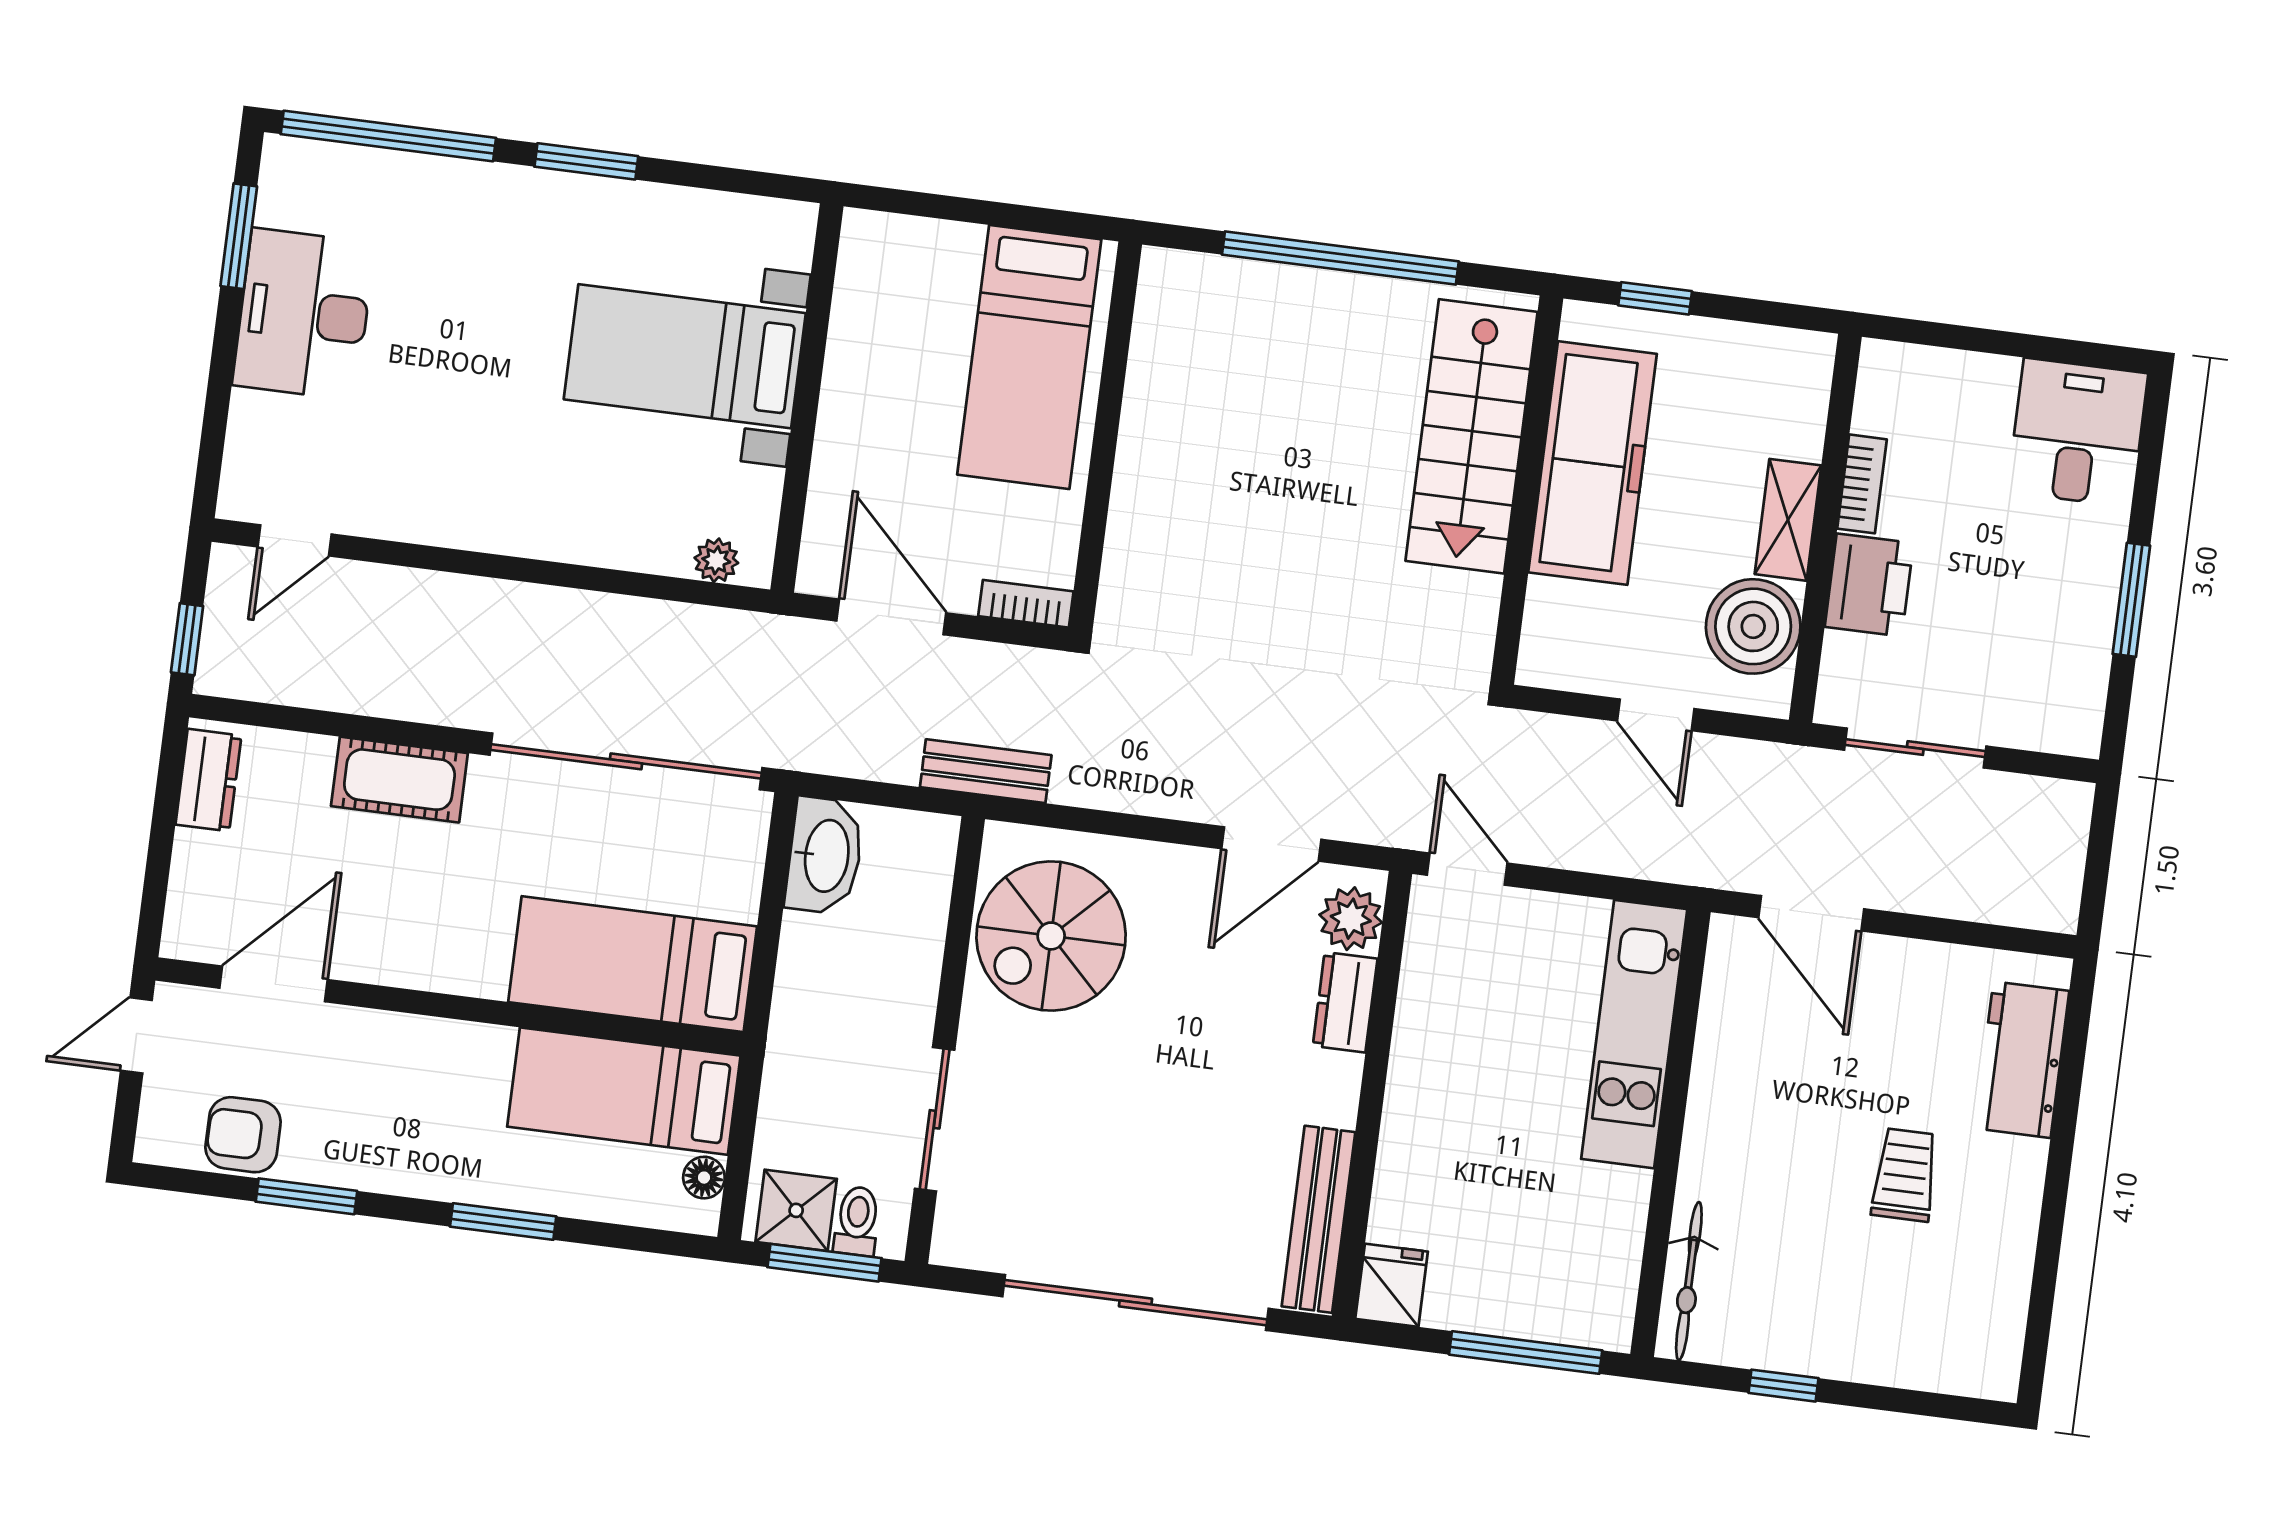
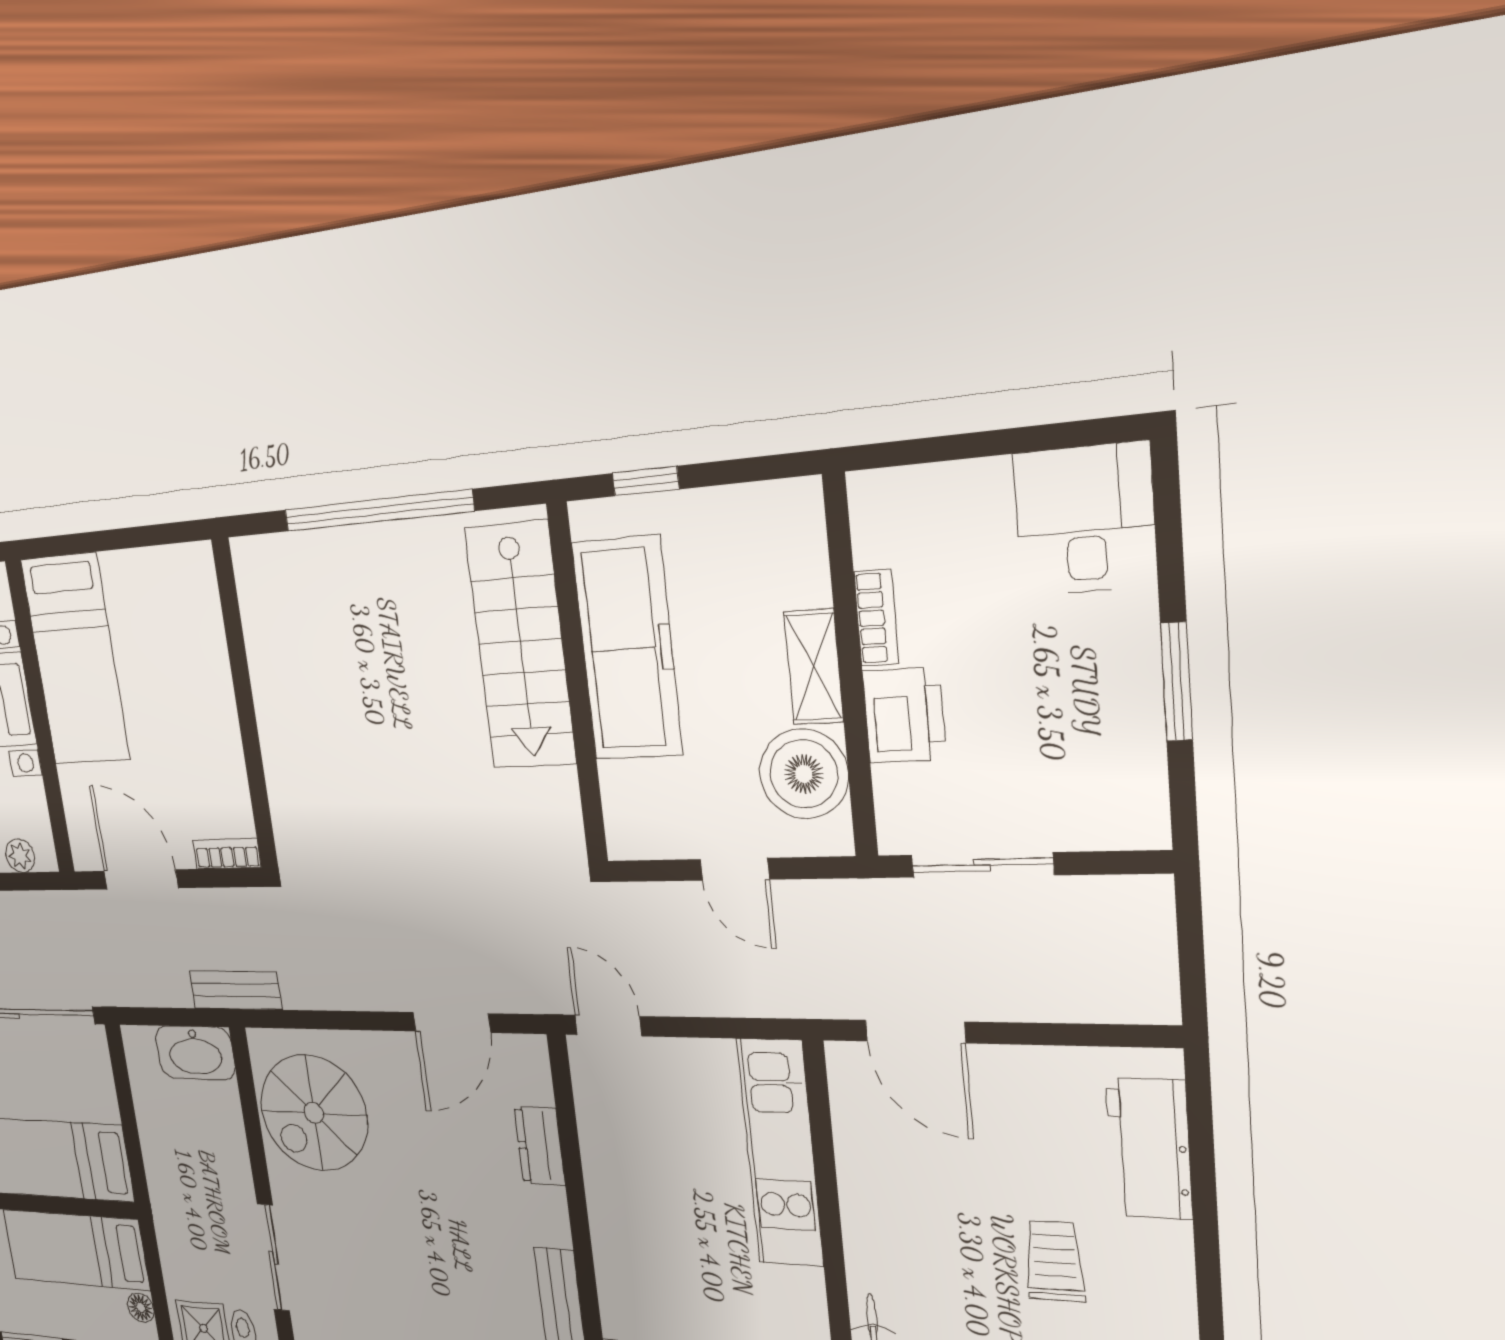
bed: (1029, 357) -> (75, 660), moved
washbasin: (825, 856) -> (195, 1053), moved, turned 90
plant: (1351, 919) -> (527, 1077), removed

